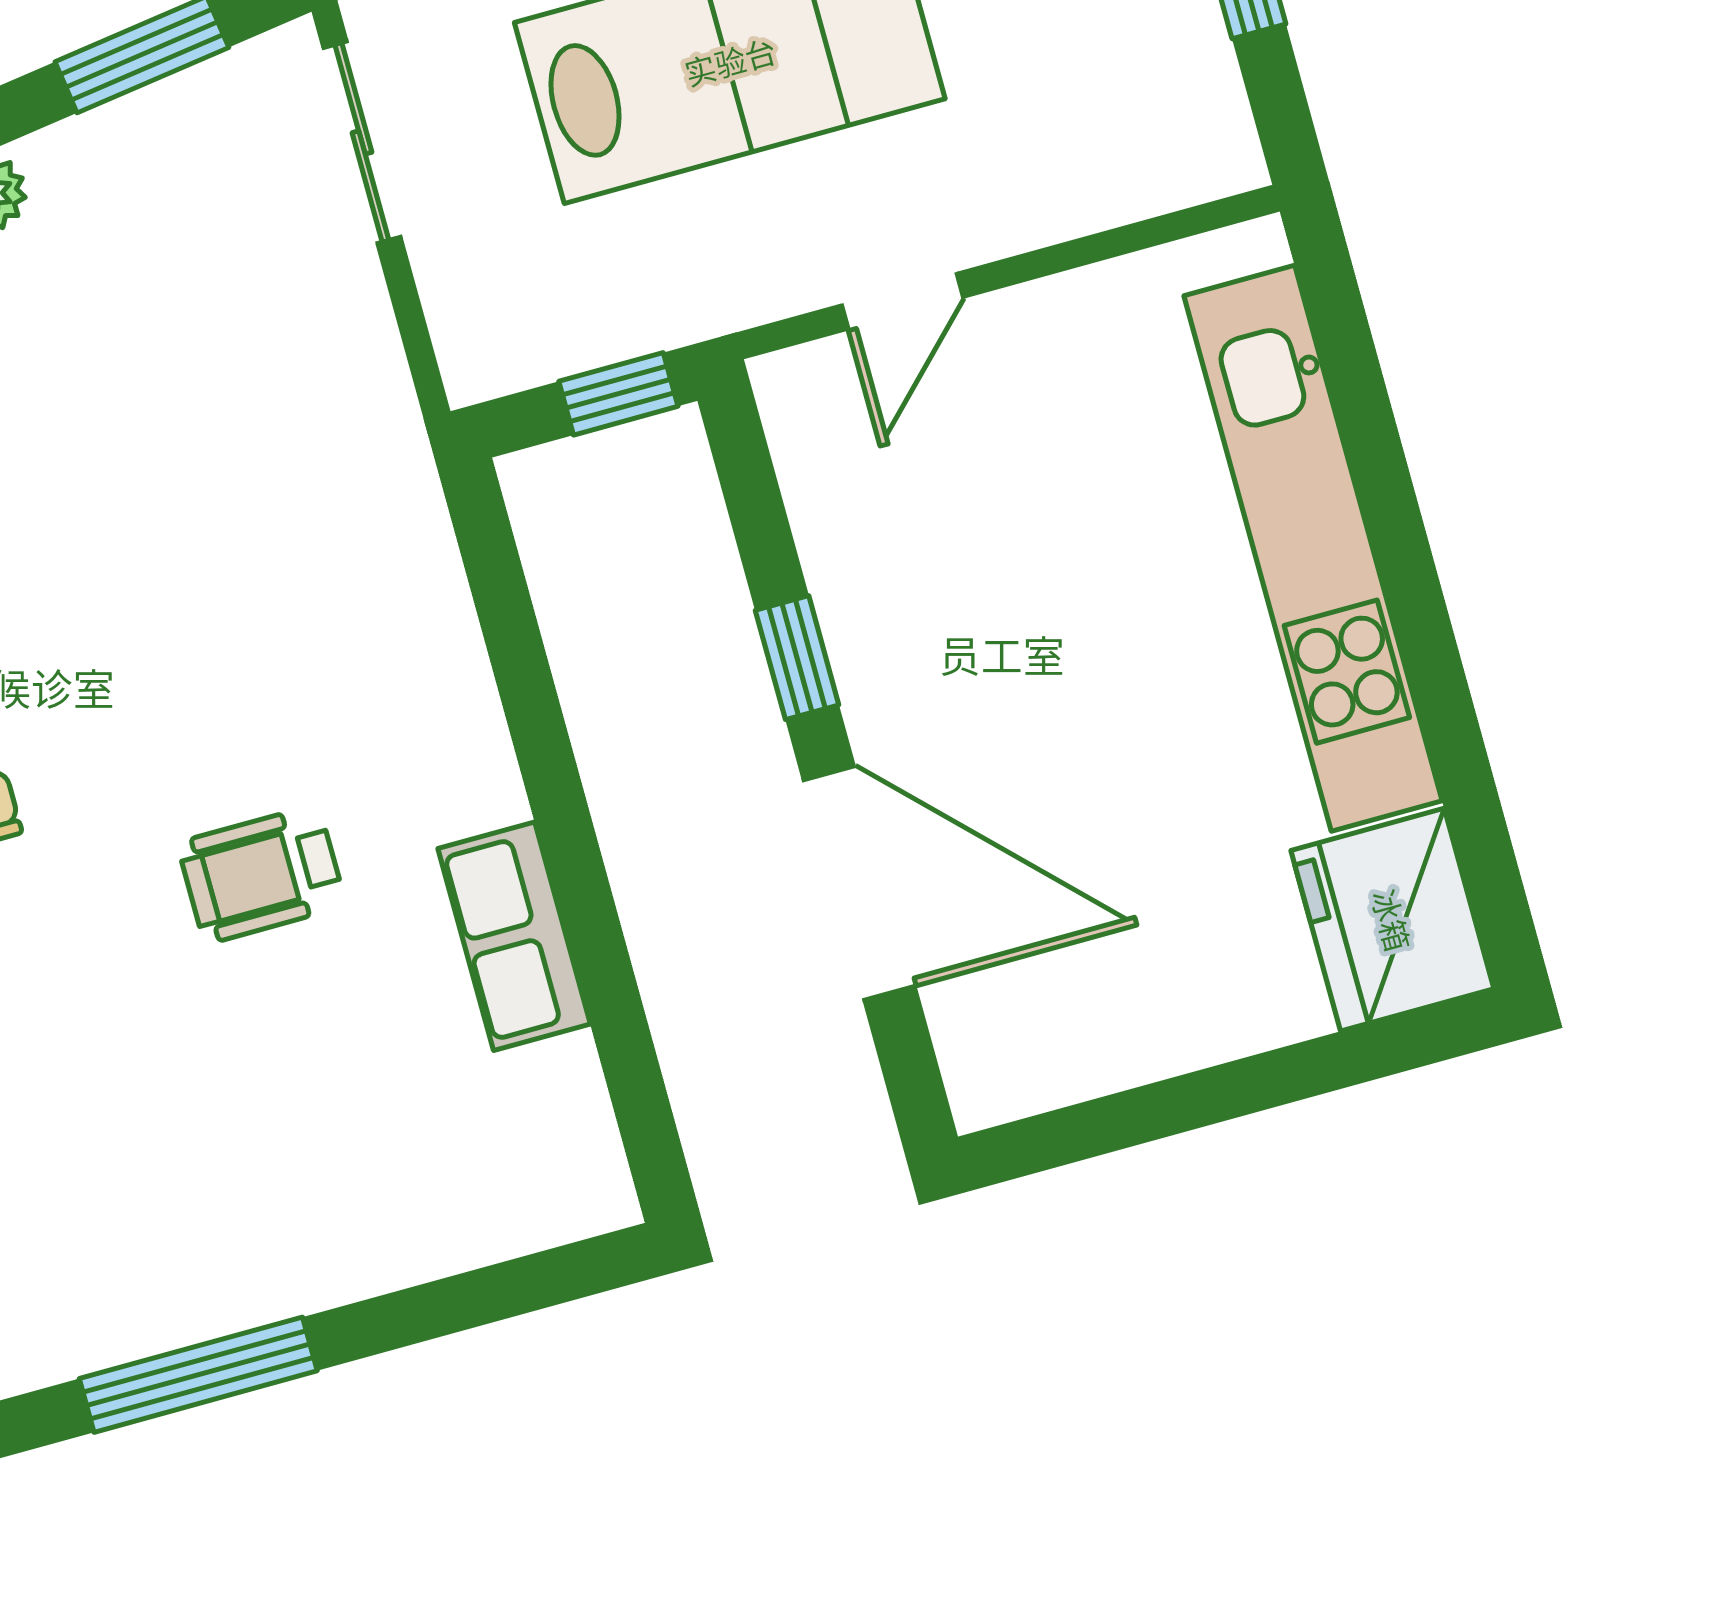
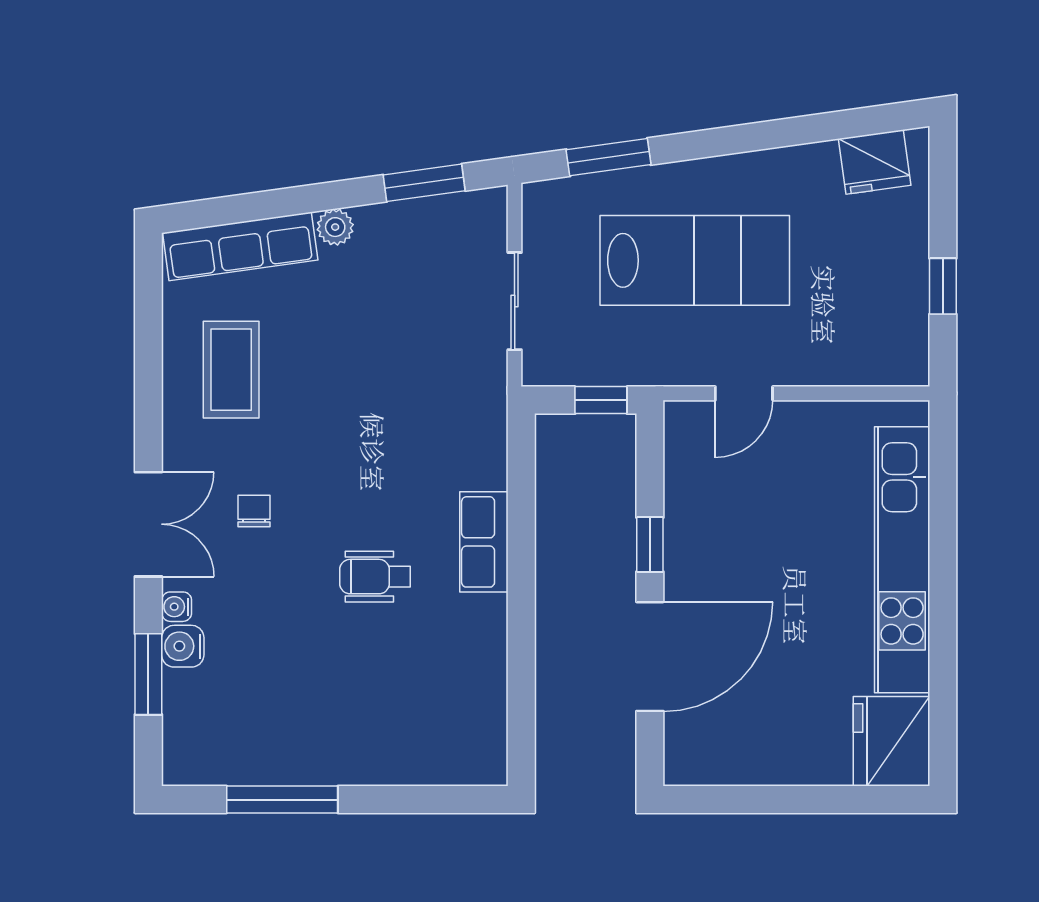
sliding door: (362, 142) -> (515, 301), moved
door: (859, 883) -> (650, 657), hinge flipped
row of seats: (514, 936) -> (484, 542), moved

